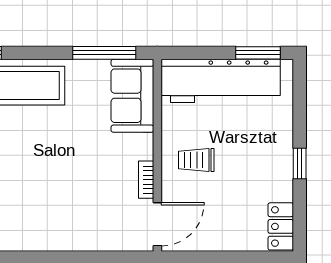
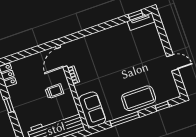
window: (104, 53) -> (125, 119), moved

